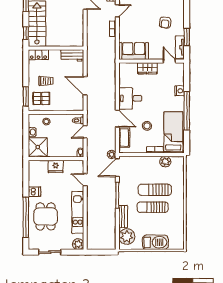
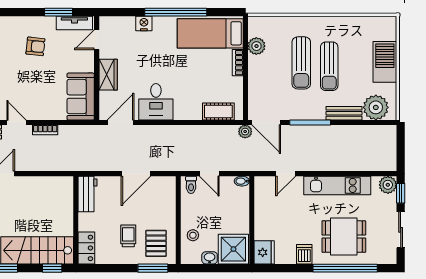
door: (117, 119) -> (121, 122), moved
stool: (147, 126) -> (200, 75), removed
fridge: (56, 166) -> (264, 252), moved
window: (73, 252) -> (401, 193), added

